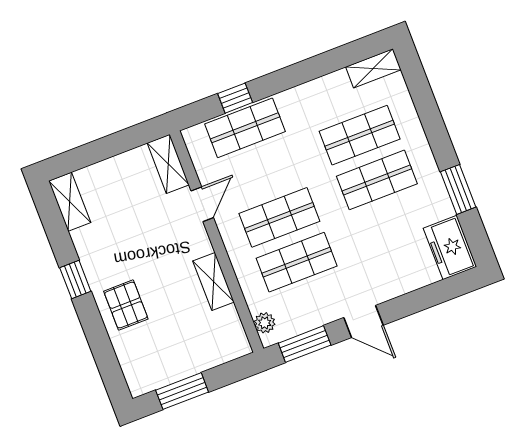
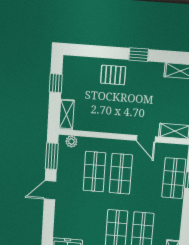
shelving: (214, 282) -> (66, 115), moved, turned 90
window: (182, 391) -> (56, 83), width x0.67

